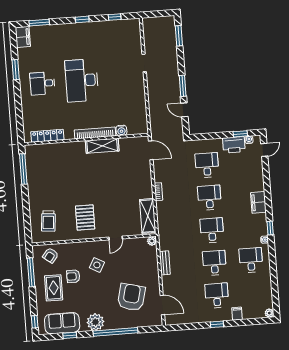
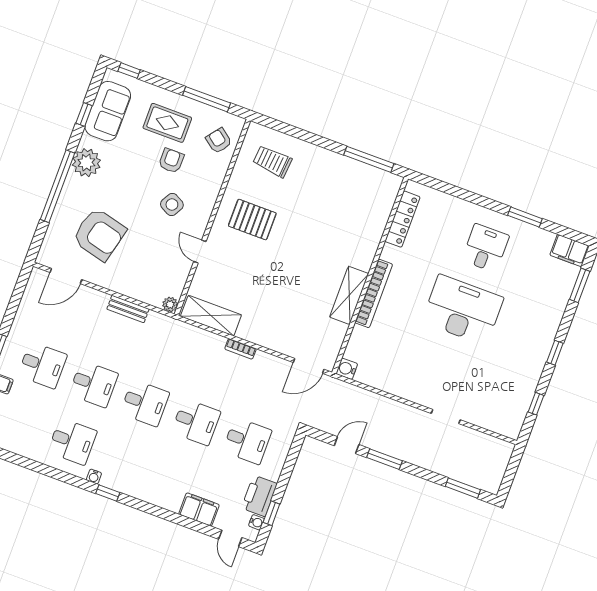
water cooler: (121, 130) -> (347, 369), moved
filing cabinet: (258, 202) -> (199, 509), moved

